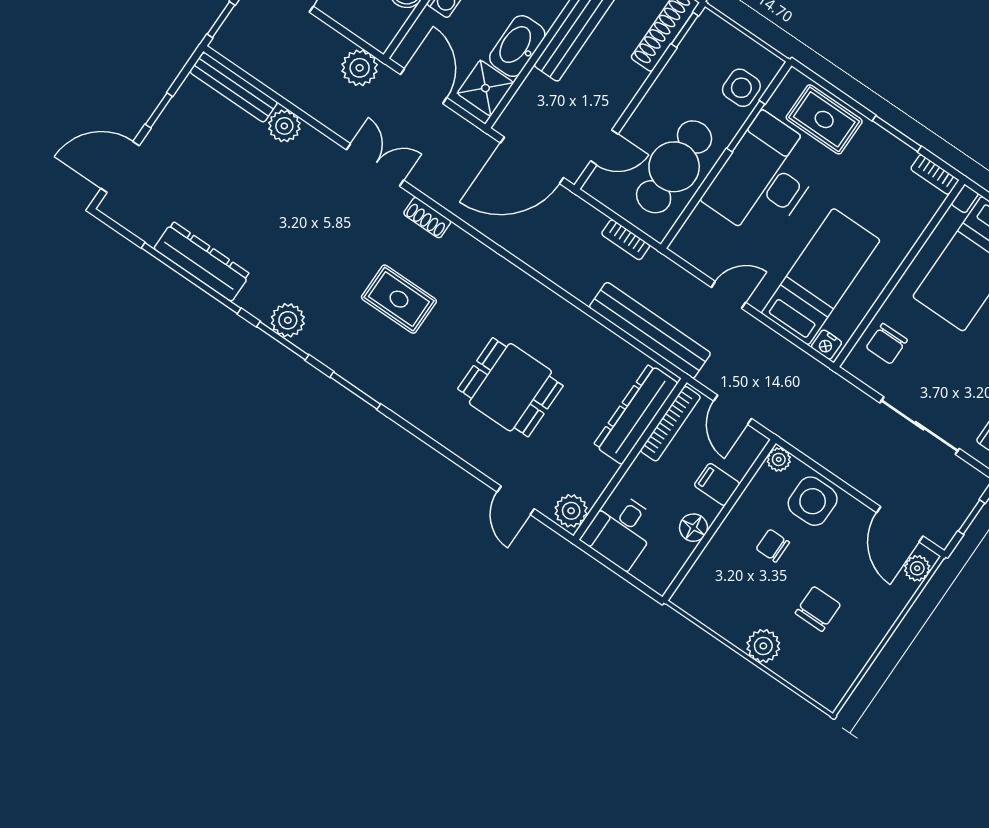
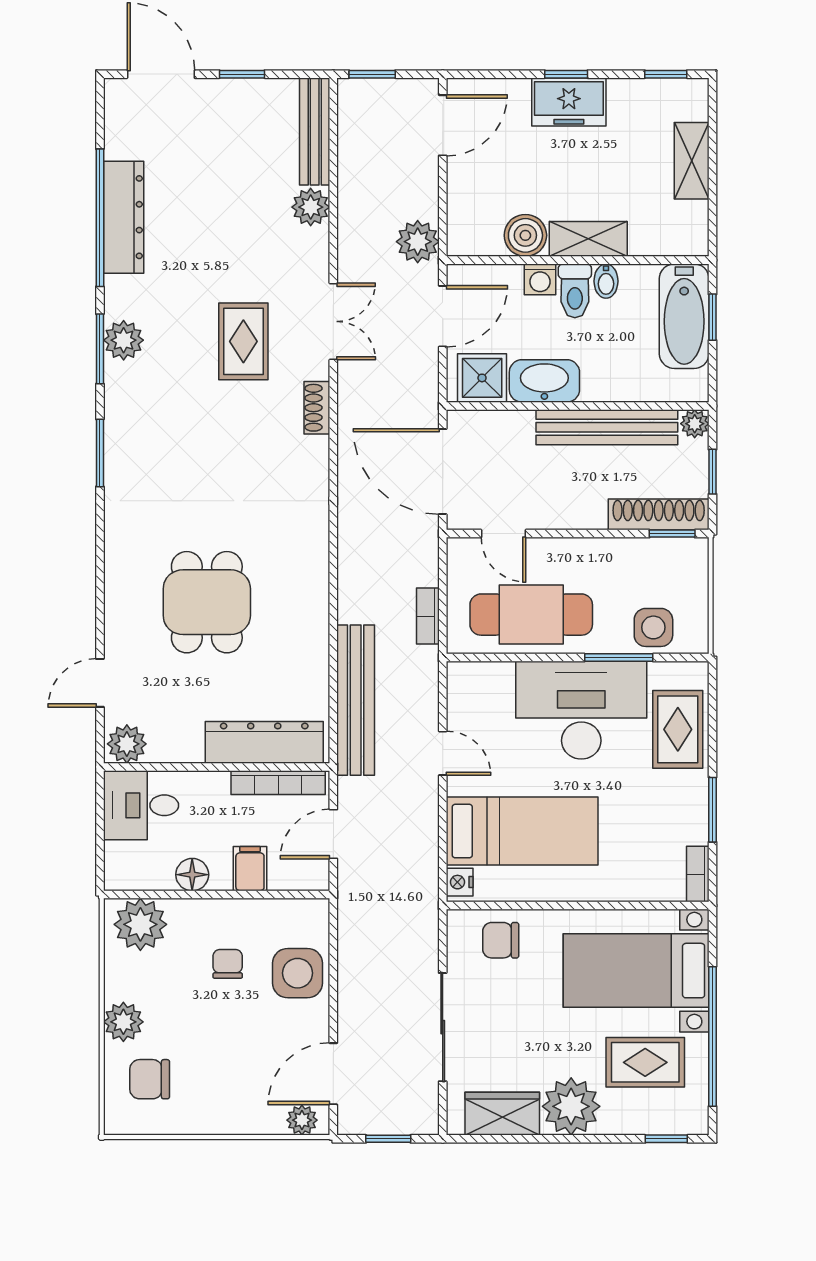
rug: (399, 299) -> (243, 341), moved
plant: (779, 459) -> (140, 924), moved, width x1.88, depth x1.88
chair: (818, 609) -> (150, 1079), moved, turned 180

